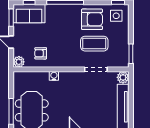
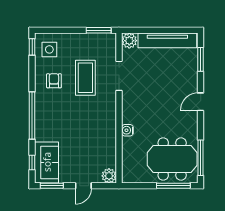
armchair: (92, 19) -> (54, 81), width x0.53, depth x0.53
armchair: (41, 53) -> (98, 147), removed

